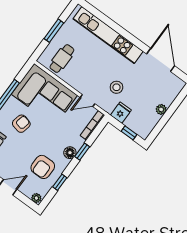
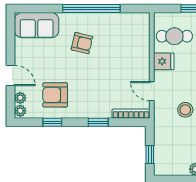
corner sofa: (44, 95) -> (127, 45), removed
fridge: (121, 113) -> (164, 61), moved
floor lamp: (70, 153) -> (88, 111), removed
plant: (28, 192) -> (20, 98), added

